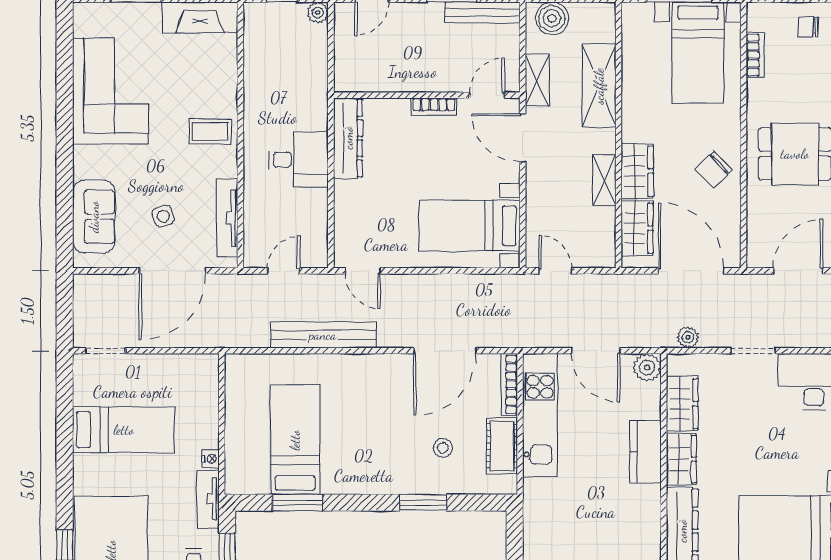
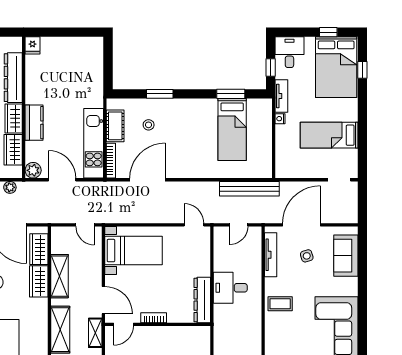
shelving: (604, 180) -> (59, 276), width x1.50, depth x1.33
bench: (323, 335) -> (249, 189), moved

